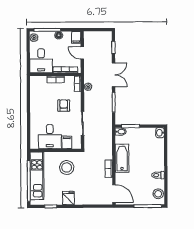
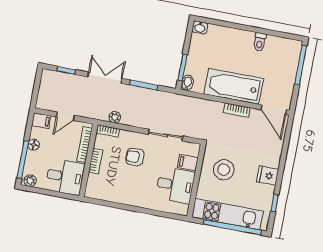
bathtub: (122, 158) -> (234, 86), width x1.36, depth x1.36
door: (114, 194) -> (274, 110), swing flipped
stool: (158, 194) -> (286, 47), removed

